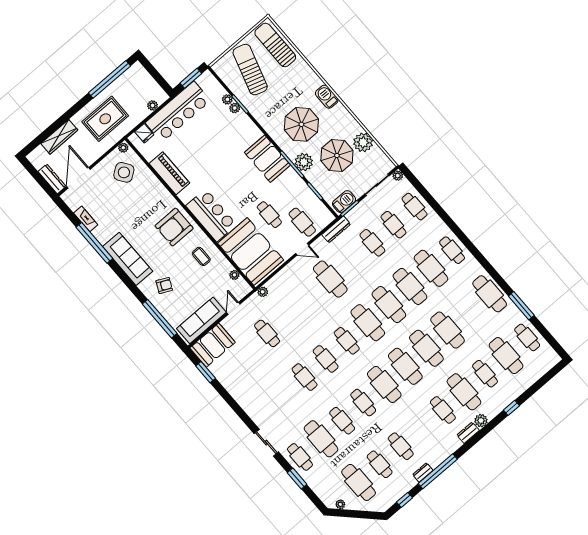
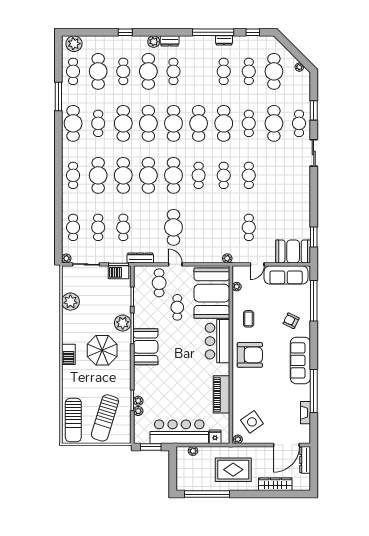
parasol: (337, 155) -> (96, 308), removed
cafe table: (469, 312) -> (98, 123), added
plant: (546, 361) -> (74, 44), added
cafe table: (363, 403) -> (224, 123), width x1.37, depth x1.35

